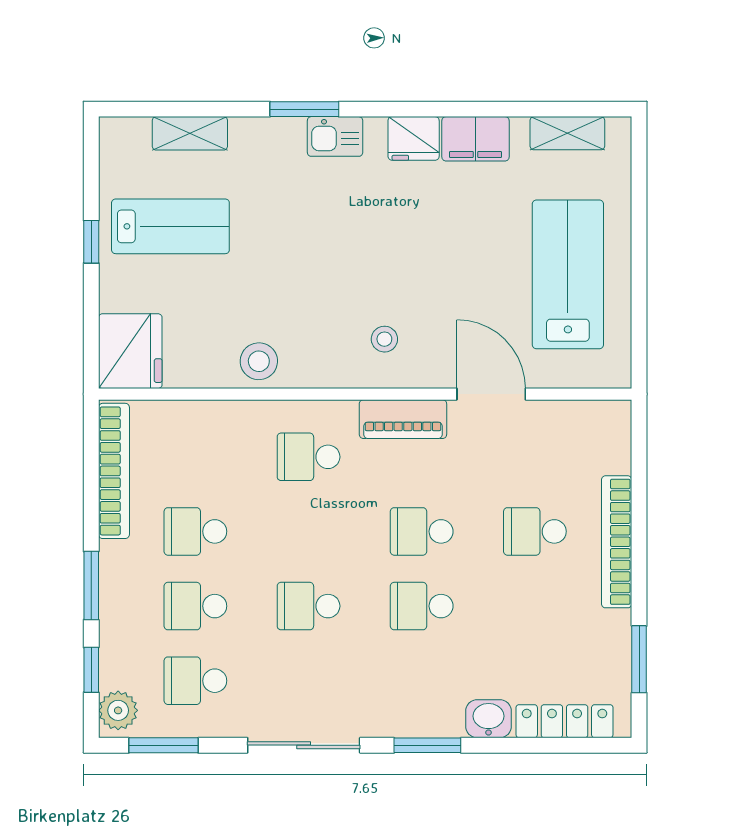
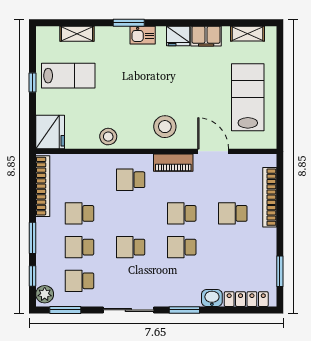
stool: (384, 339) -> (165, 127), width x1.89, depth x1.89
bookcase: (617, 542) -> (270, 197), moved

